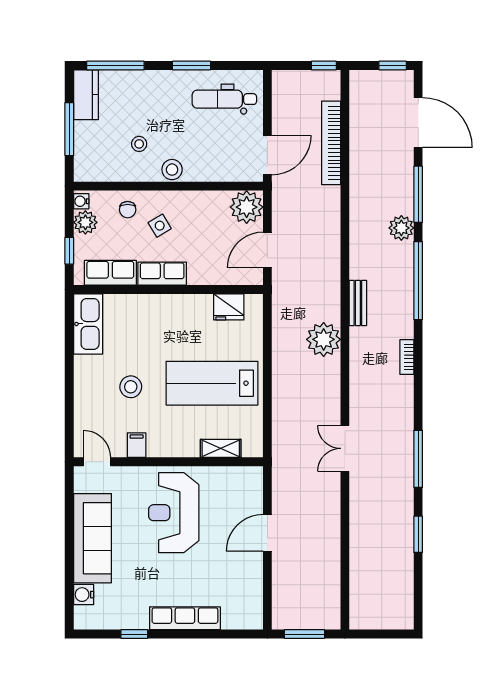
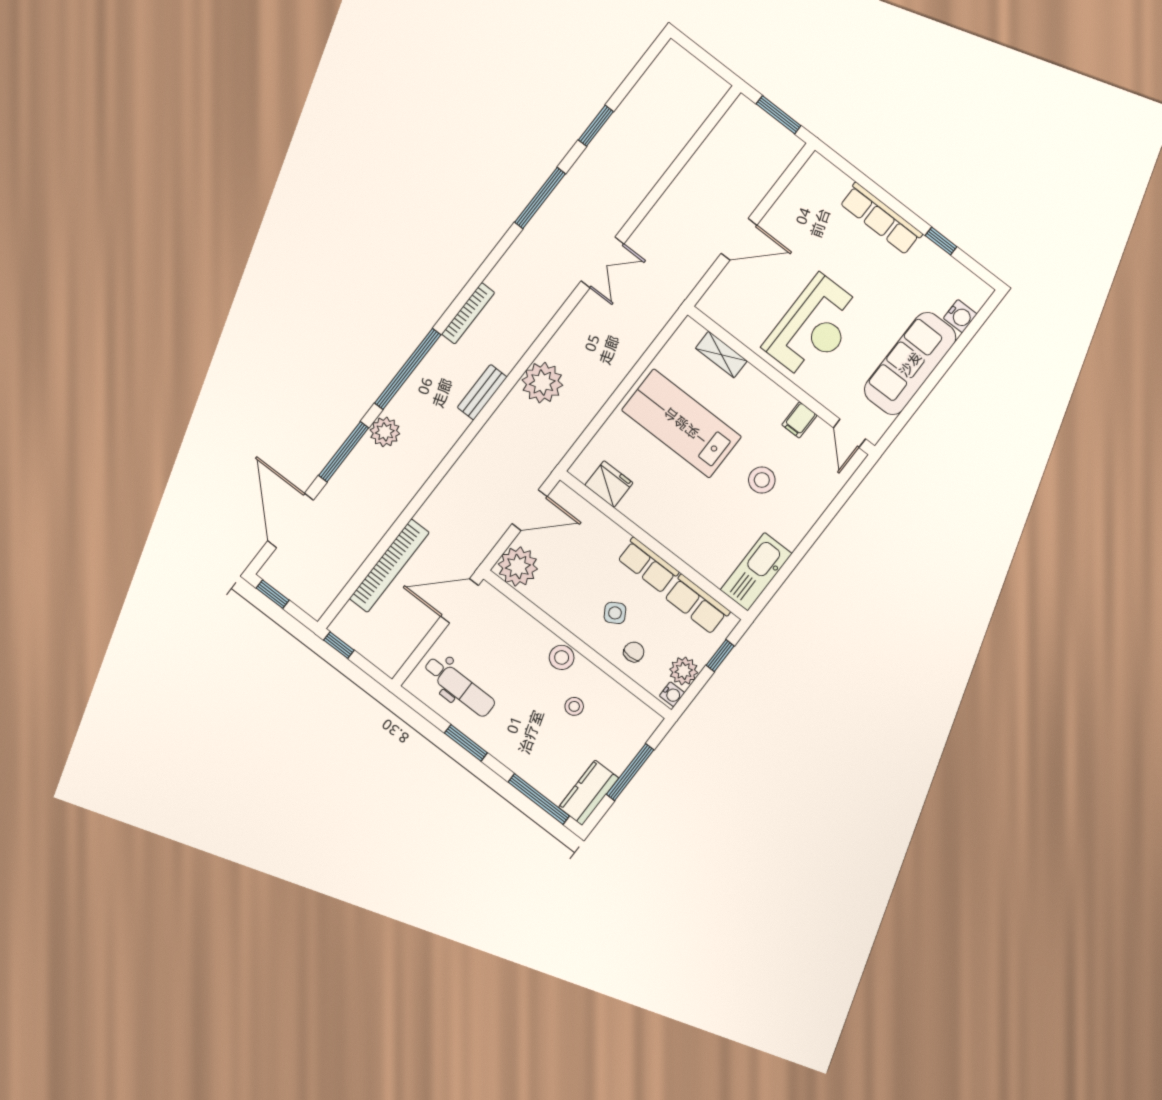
bookcase: (407, 357) -> (468, 313), width x1.56
lab bench: (212, 383) -> (681, 423), turned 180

